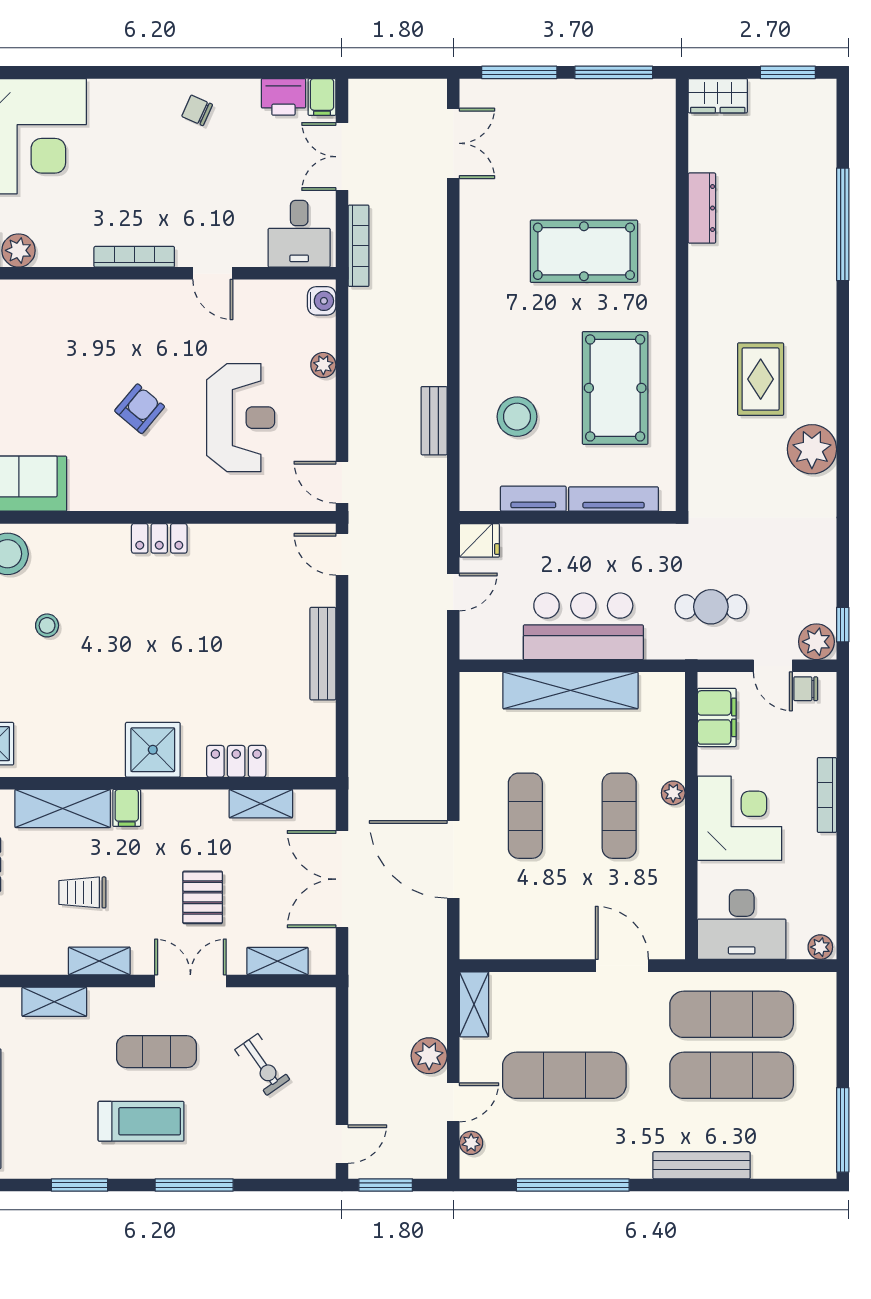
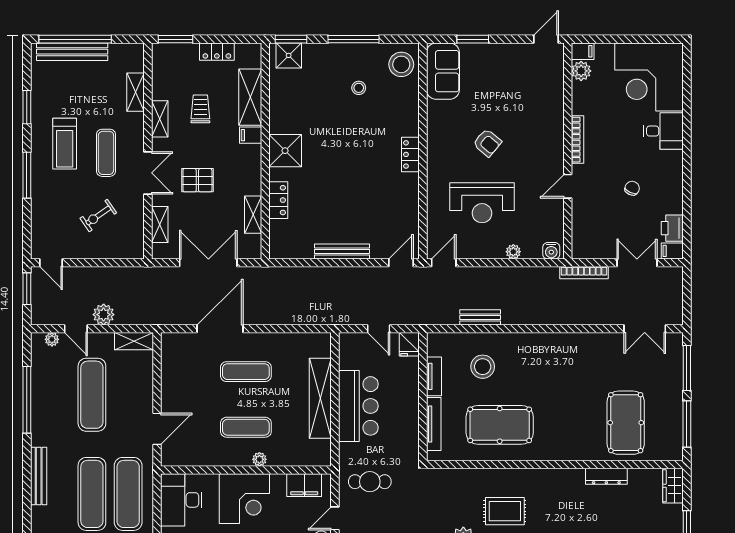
chair: (197, 110) -> (632, 188), moved
desk: (299, 234) -> (663, 131), moved, turned 180
pool table: (584, 251) -> (626, 423), moved
cafe table: (711, 607) -> (370, 482), turned 90

